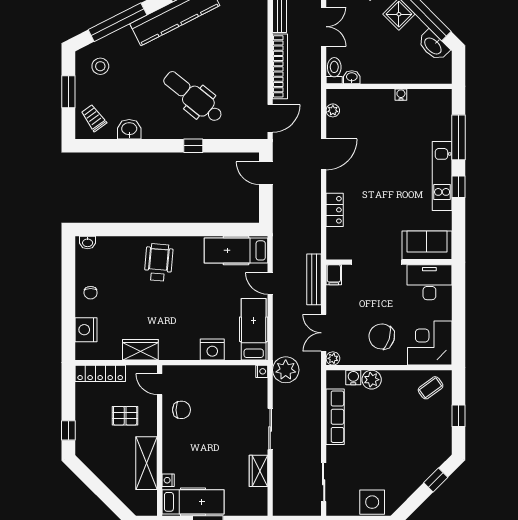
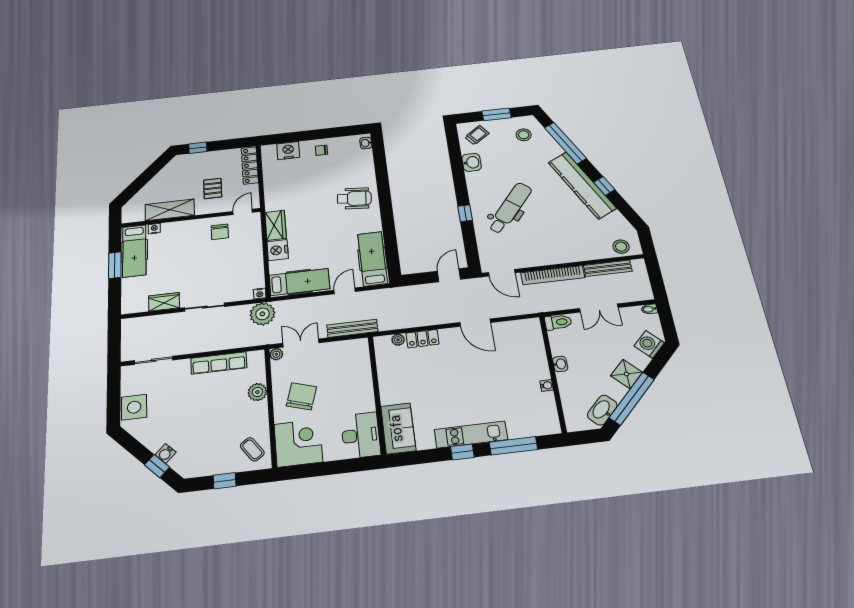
washbasin: (352, 77) -> (560, 364), moved
plant: (333, 110) -> (398, 340), moved
doorway: (376, 262) -> (376, 383), removed
filing cabinet: (334, 275) -> (359, 345), removed
wardrobe: (140, 350) -> (276, 225), moved
water cooler: (353, 378) -> (166, 454), moved, turned 135

